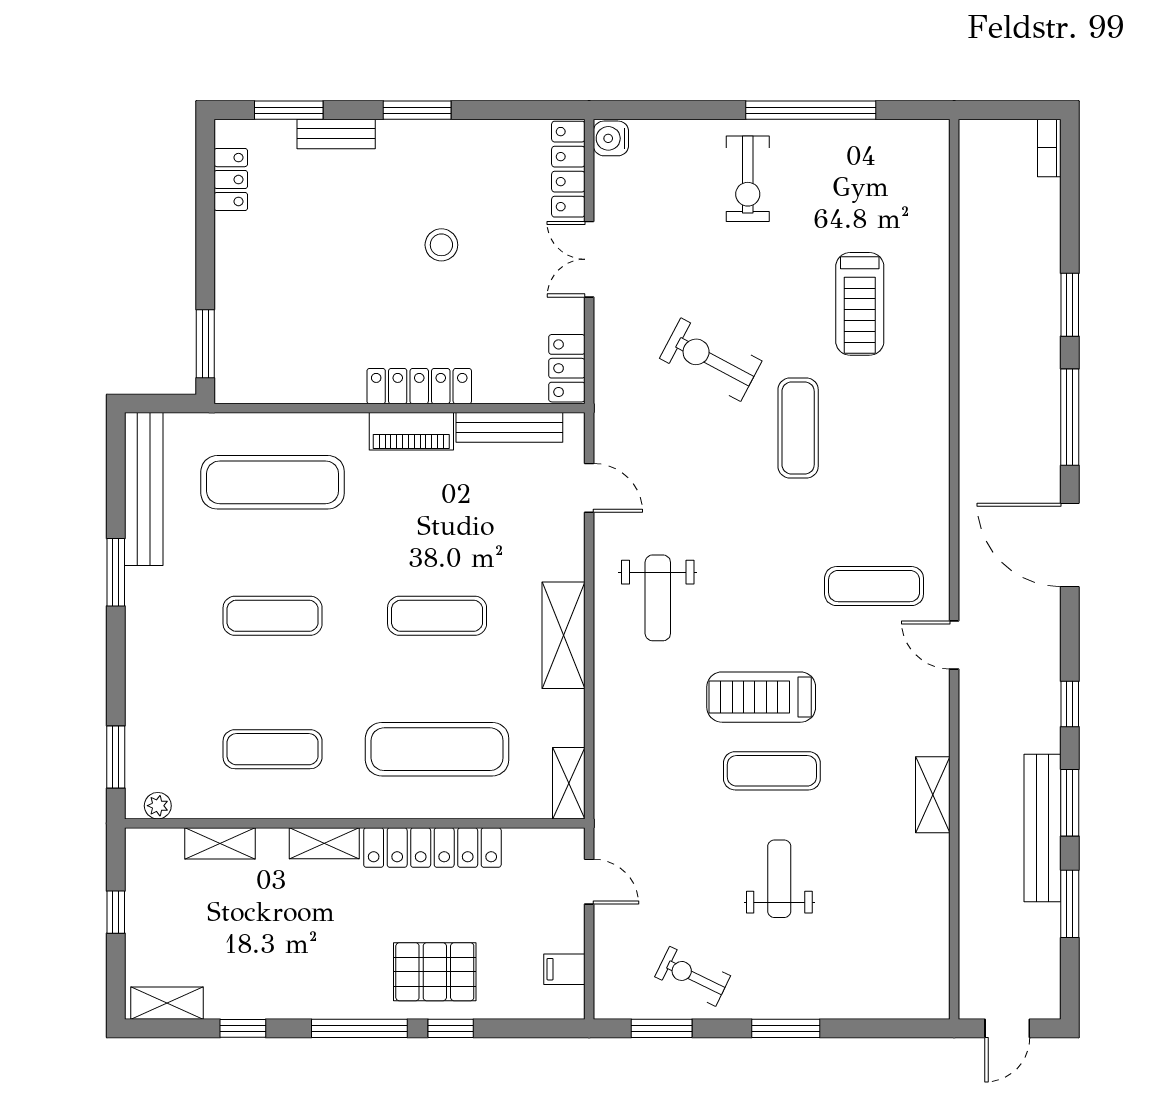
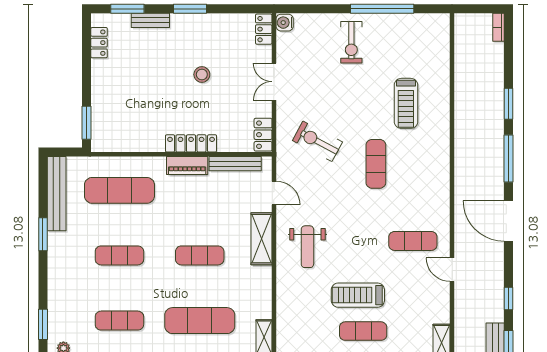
locker: (568, 169) -> (264, 29), width x0.66
exercise bike: (711, 360) -> (317, 141), moved
shelving: (564, 635) -> (261, 239), moved

